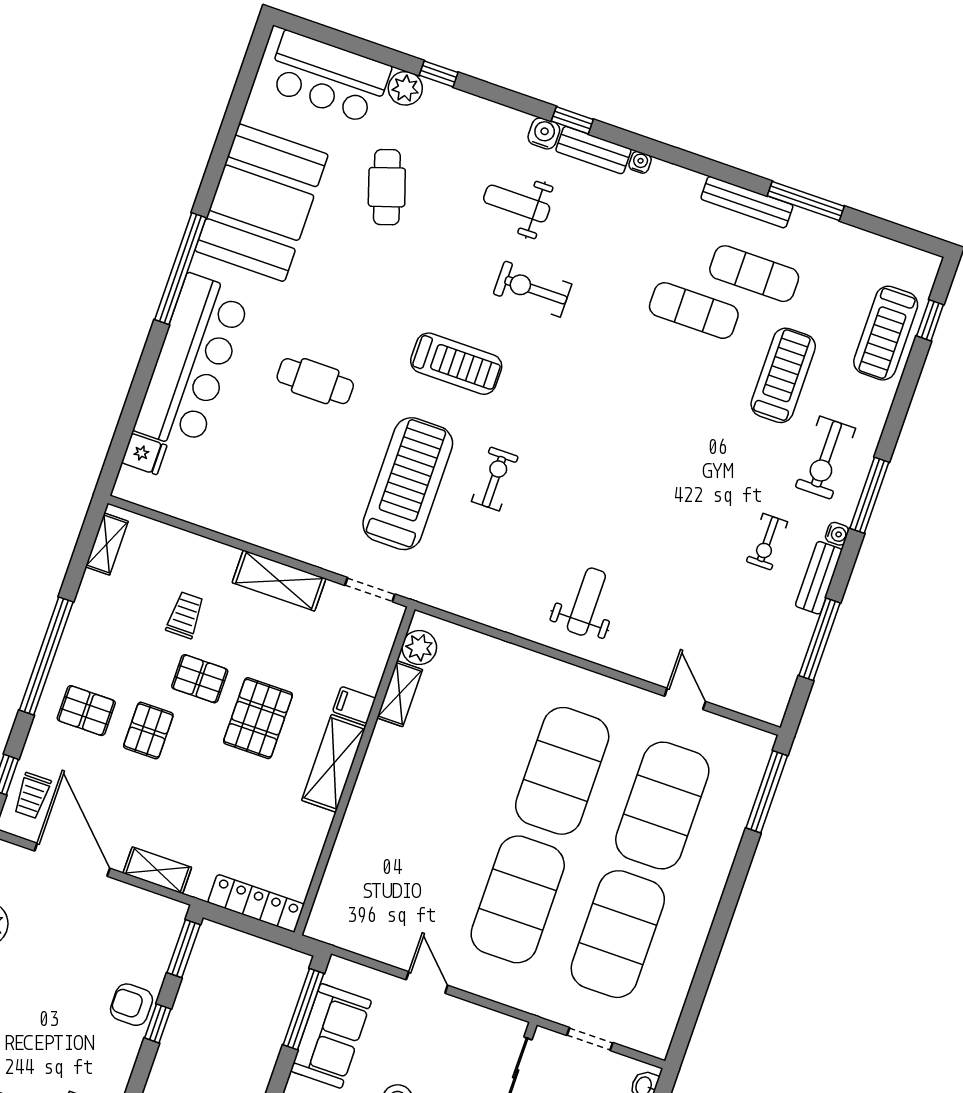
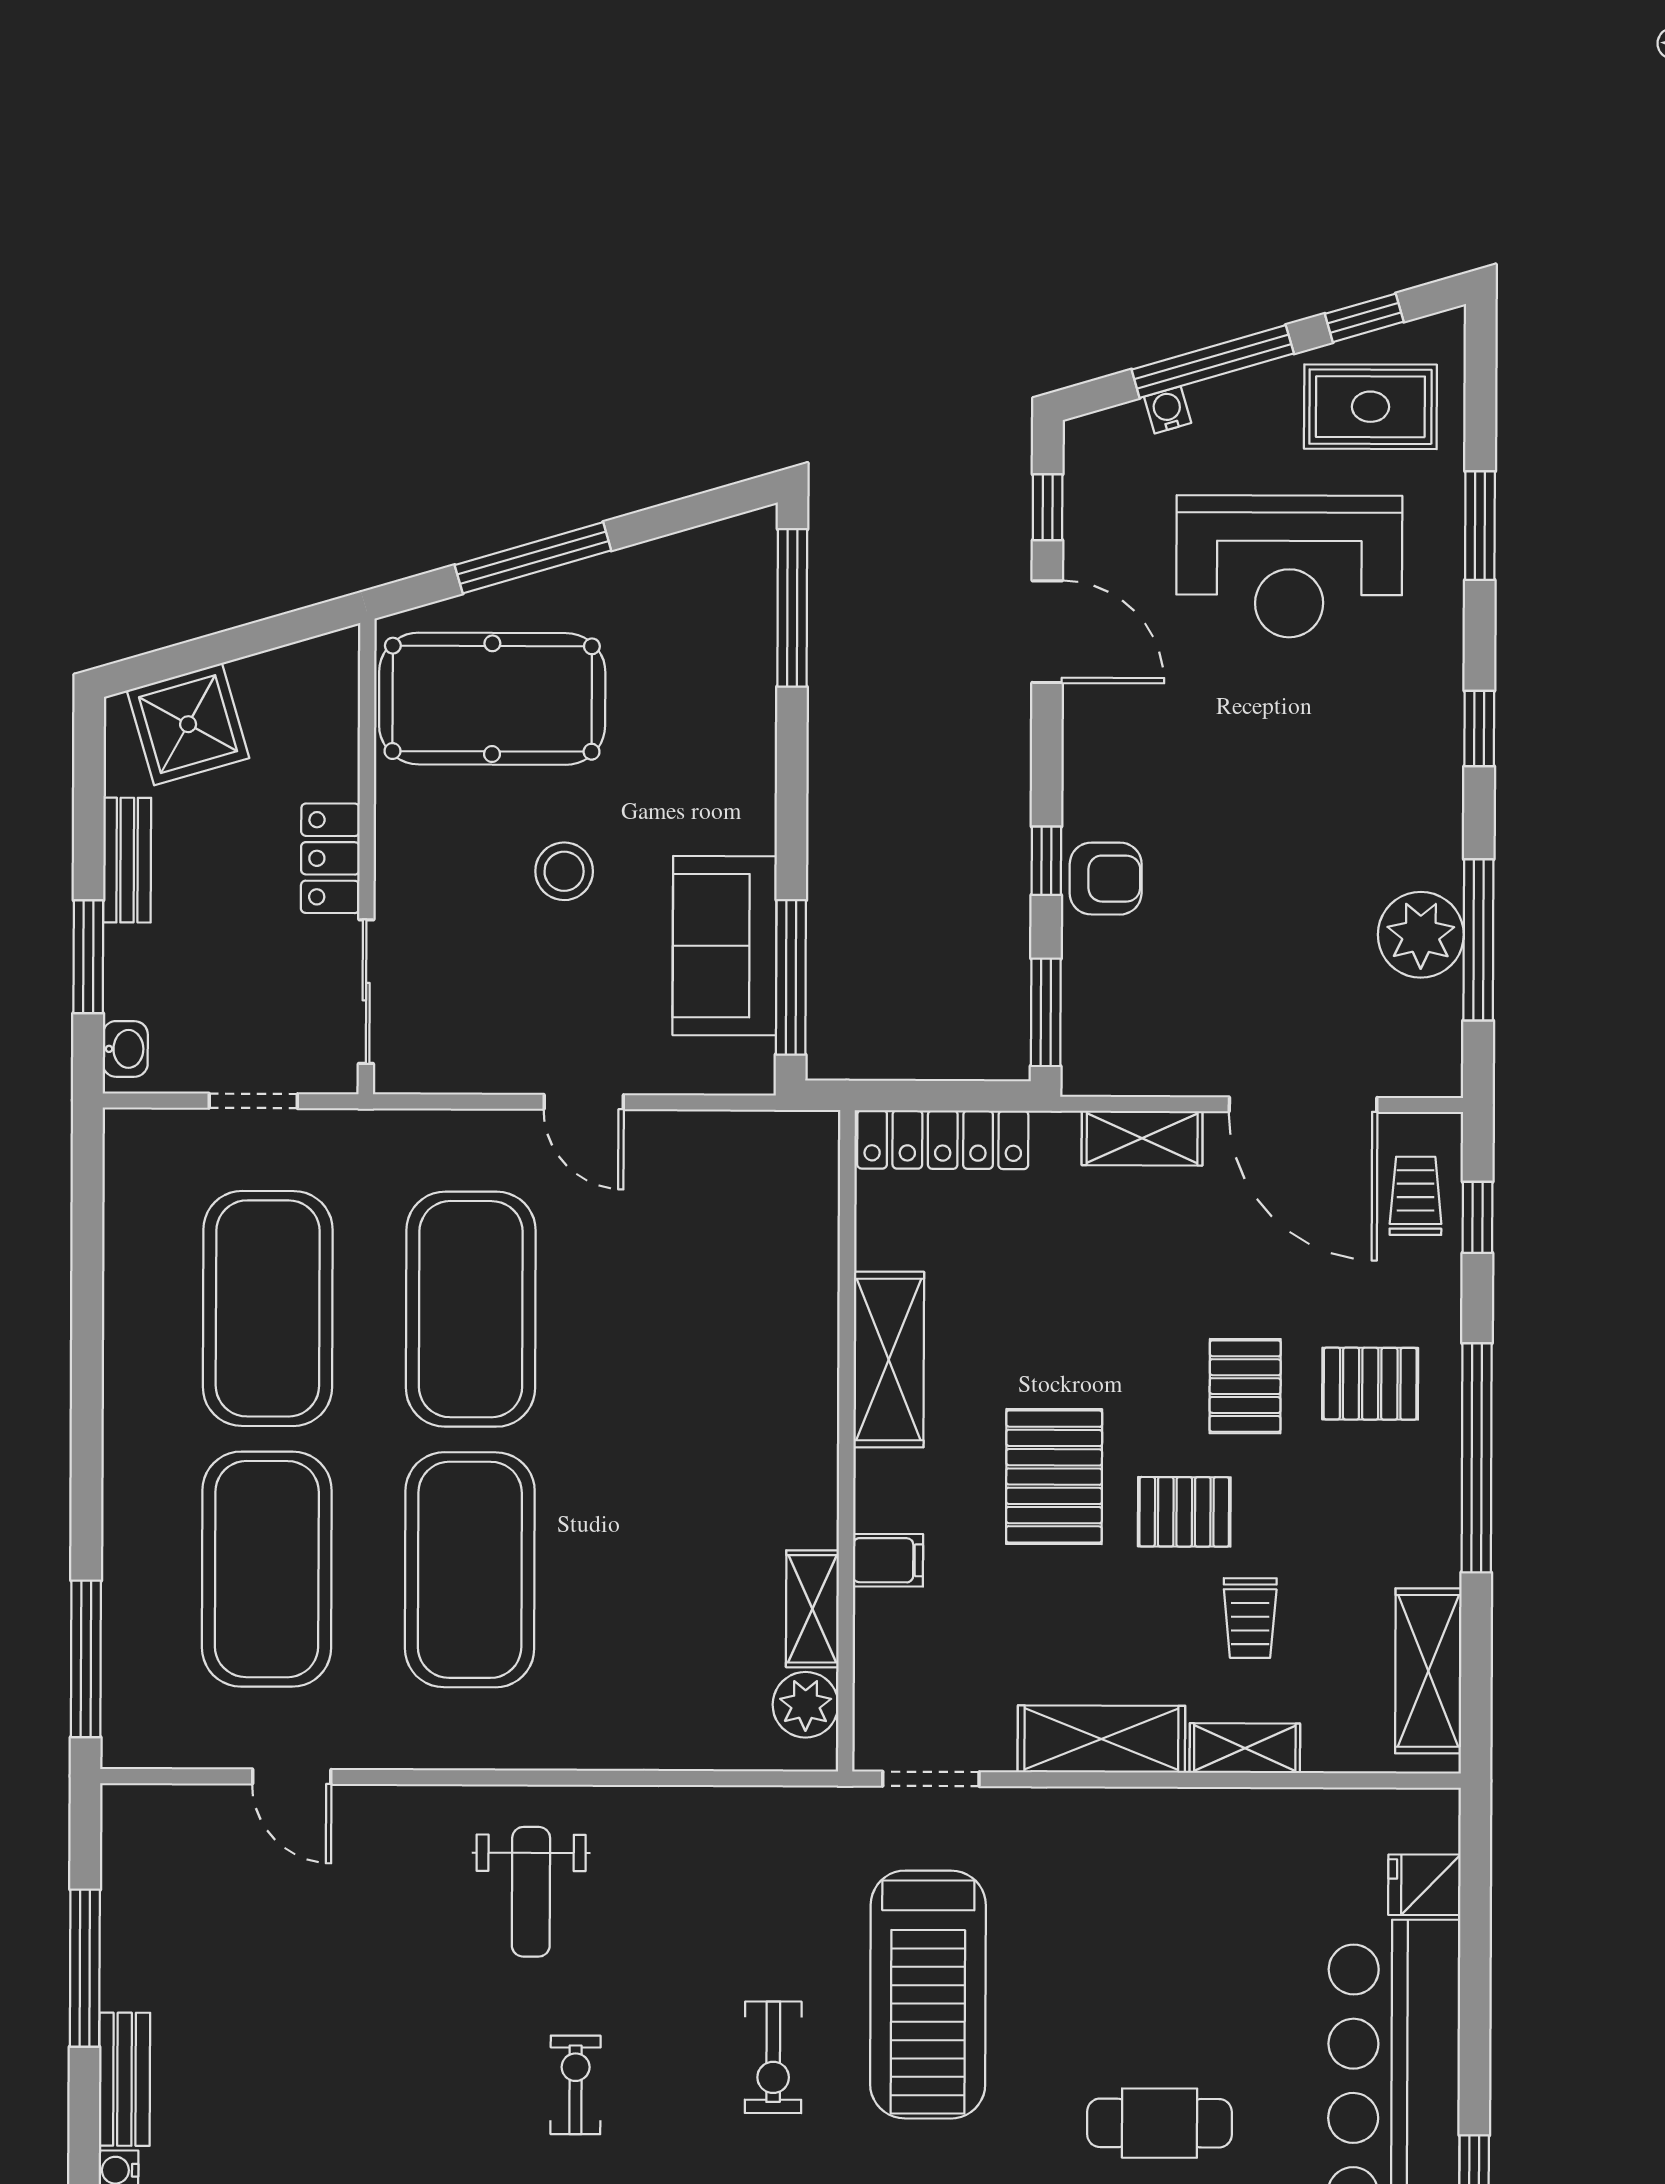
exercise bike: (767, 542) -> (576, 2085), moved
shelving: (107, 544) -> (1428, 1671), width x1.50, depth x1.33
shelving: (210, 552) -> (1245, 1748), added
shelving: (334, 763) -> (889, 1359), moved

